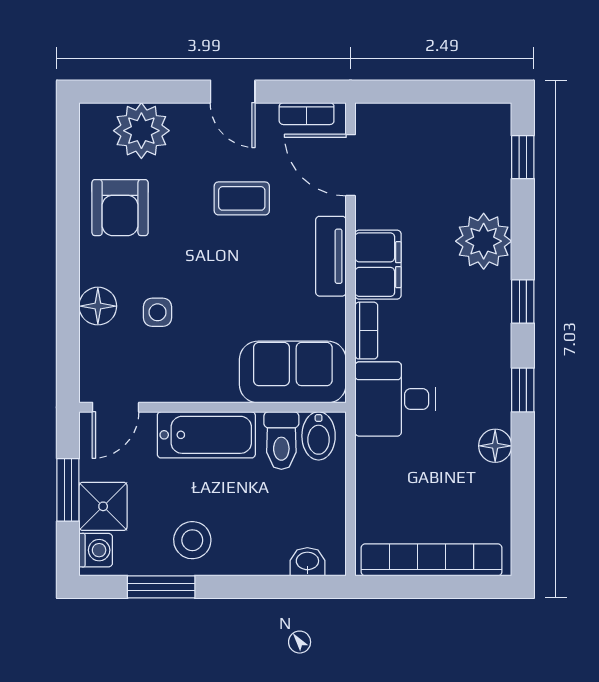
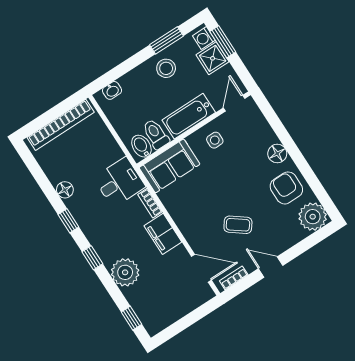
plant: (141, 131) -> (313, 217), moved
coffee table: (242, 198) -> (238, 225), turned 37
tv unit: (331, 256) -> (185, 225), removed
floor lamp: (98, 306) -> (277, 154), moved
side table: (158, 312) -> (215, 140), moved
window: (68, 490) -> (223, 42), moved

